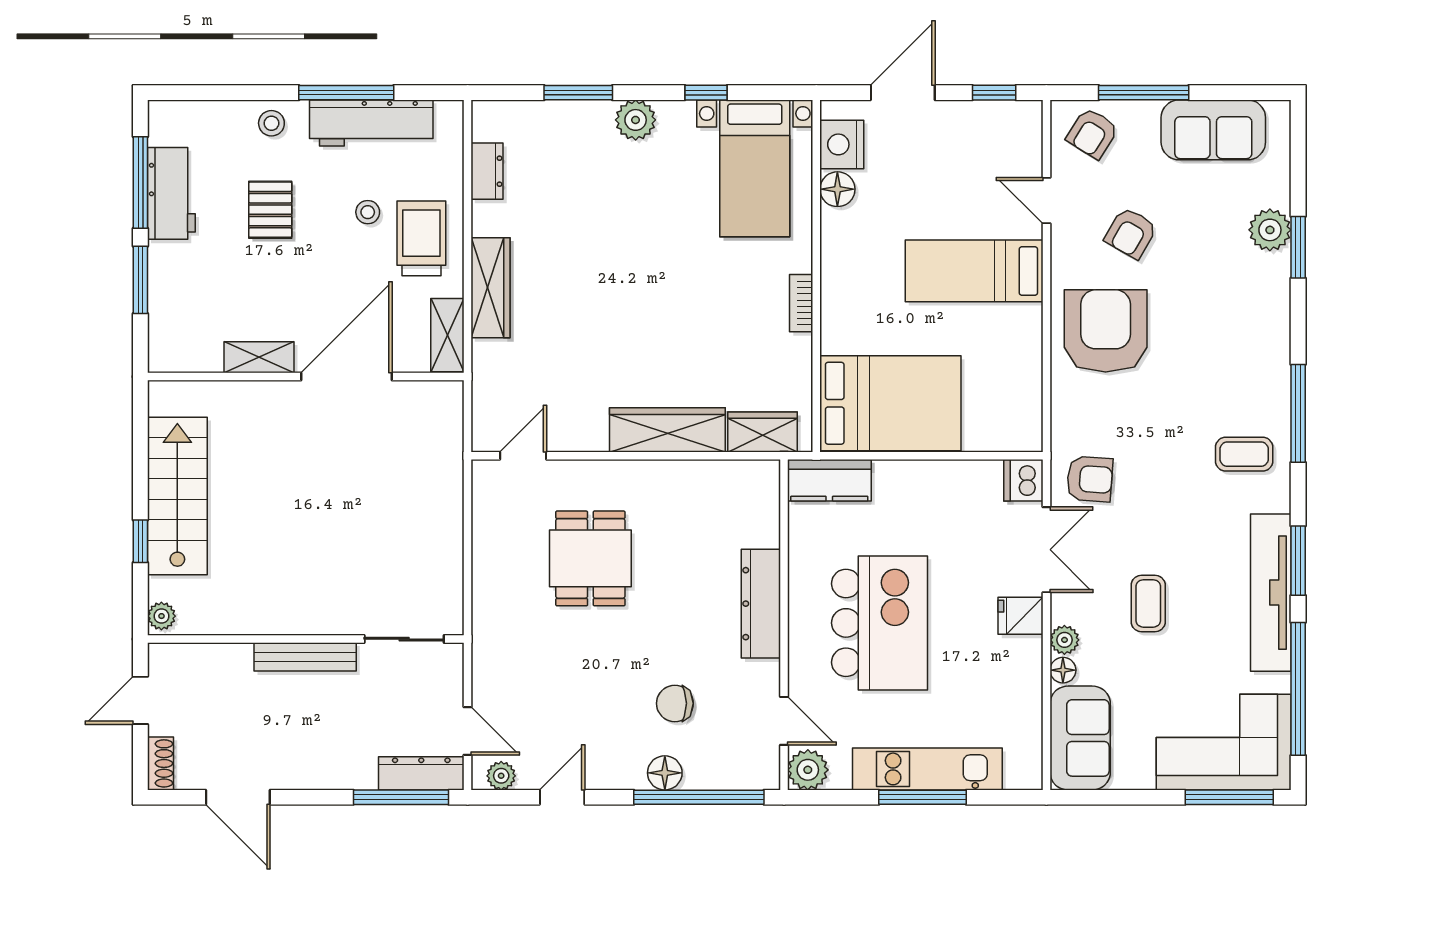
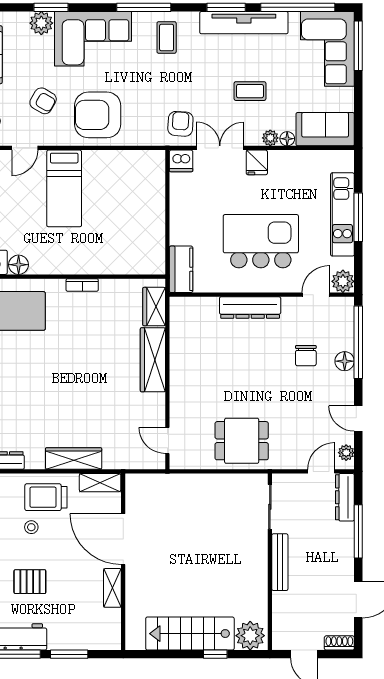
corner sofa: (1242, 323) -> (93, 39), added
bed: (890, 403) -> (138, 235), removed
dining table: (590, 558) -> (242, 441), moved
plant: (161, 616) -> (250, 636), width x1.88, depth x1.88
window: (401, 797) -> (358, 531), moved

